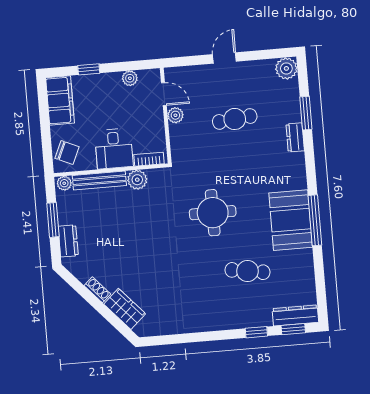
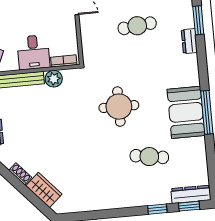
plant: (175, 115) -> (86, 23), removed

